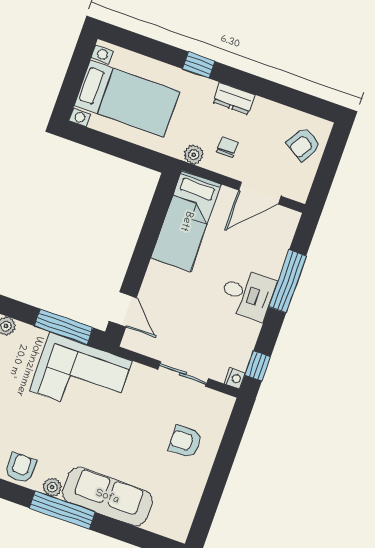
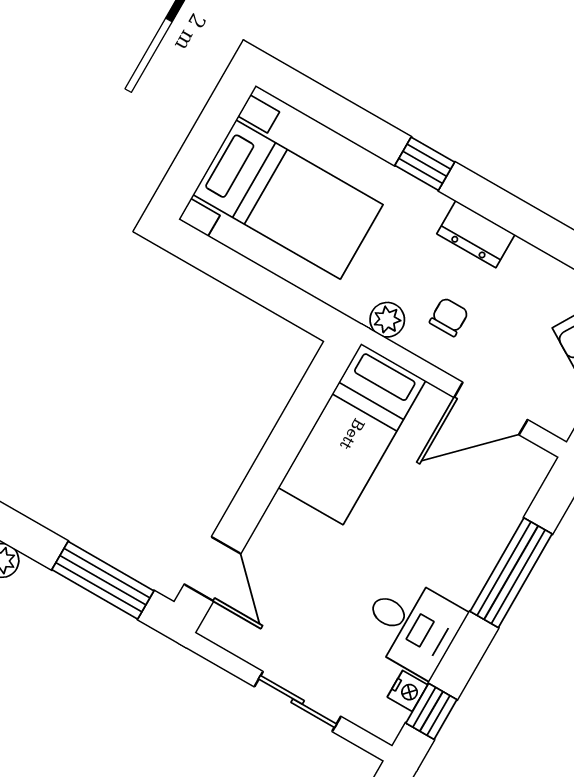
desk: (248, 294) -> (412, 626), moved
corner sofa: (81, 376) -> (117, 672), removed
nightstand: (235, 378) -> (407, 691), moved

